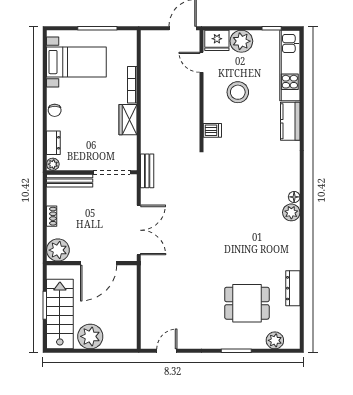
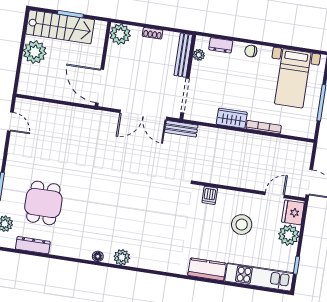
plant: (53, 164) -> (199, 55), moved
floor lamp: (294, 197) -> (98, 256), moved
double door: (139, 230) -> (143, 115), moved
door: (99, 263) -> (100, 86), moved
dresser: (293, 288) -> (33, 245), moved

